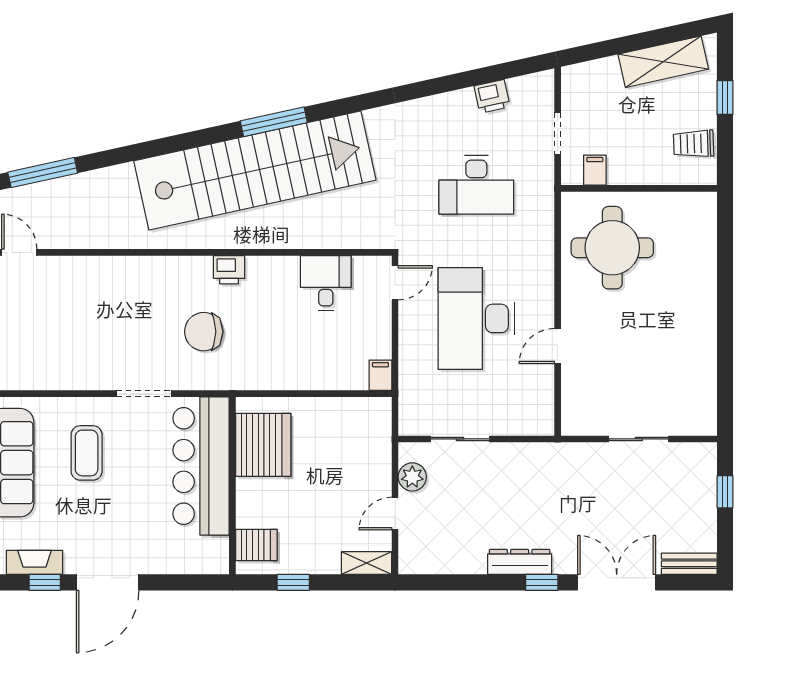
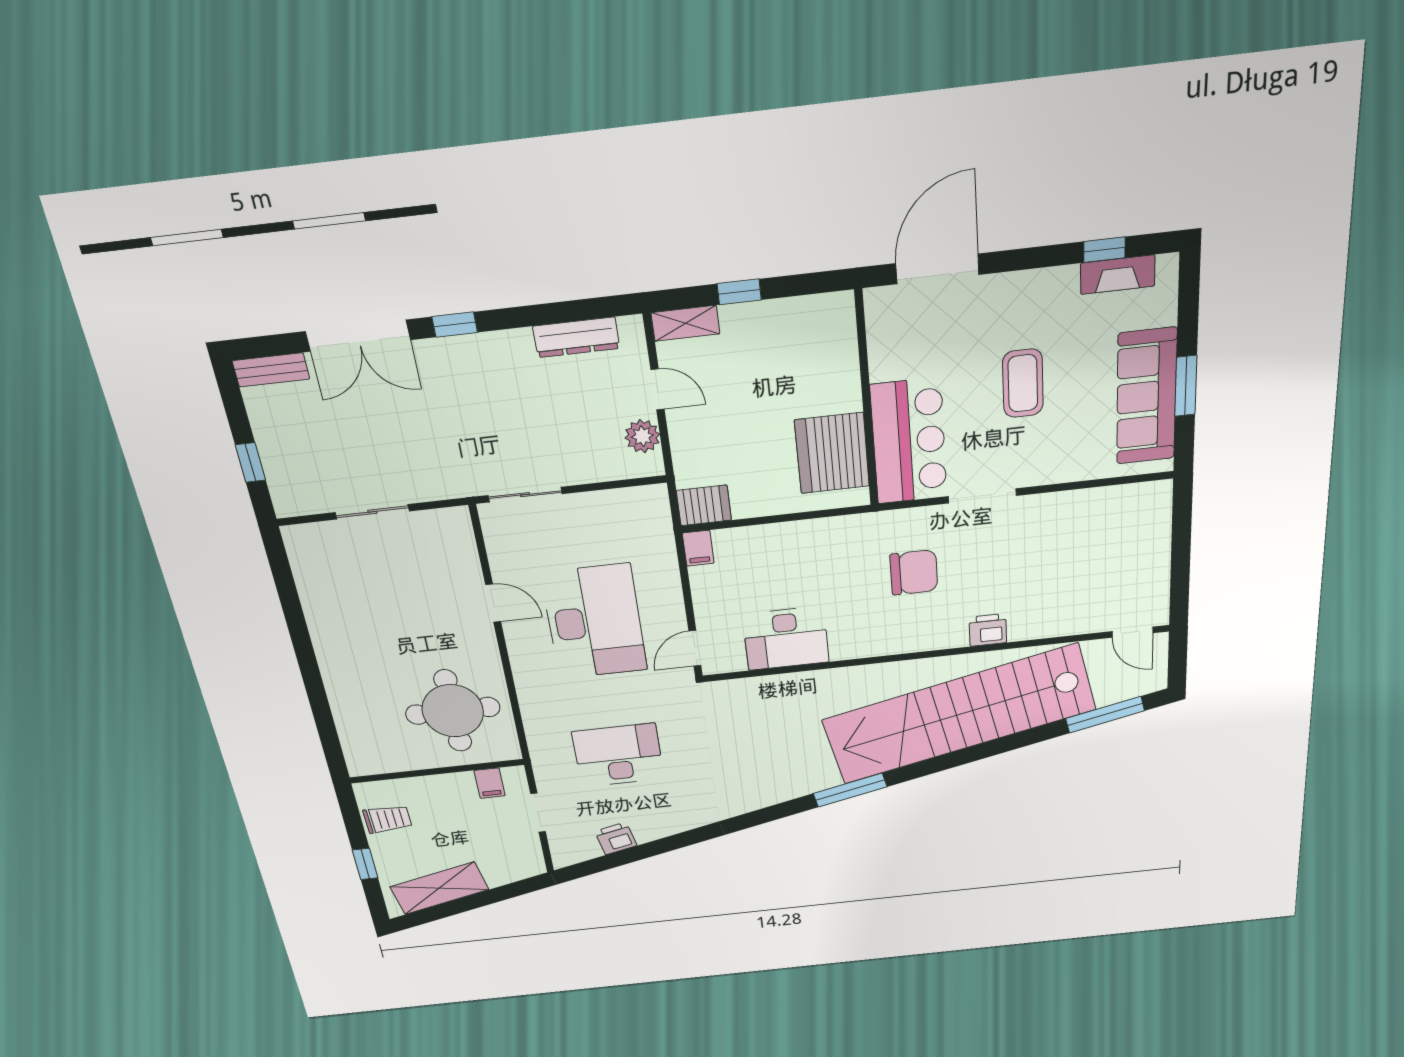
stairs: (255, 170) -> (959, 715), moved
printer: (229, 270) -> (988, 630), moved
desk: (326, 283) -> (786, 638), width x1.37
door: (558, 346) -> (493, 603), hinge flipped
sliding door: (460, 439) -> (525, 495), moved
coffee table: (87, 453) -> (1023, 383), moved
bar counter: (201, 466) -> (909, 441), width x0.73
door: (395, 514) -> (658, 389), hinge flipped
server rack: (256, 545) -> (704, 505), moved, turned 180
dresser: (520, 562) -> (576, 337), moved
door: (108, 582) -> (937, 269), moved
window: (293, 582) -> (739, 292), moved

